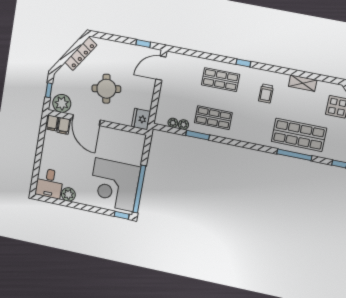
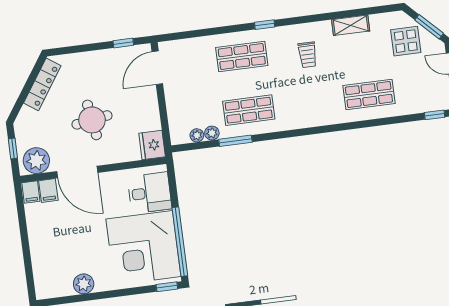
shop shelf: (299, 135) -> (369, 95), width x0.70, depth x0.74
window: (294, 155) -> (372, 123), removed
desk: (49, 183) -> (150, 193), moved, turned -90

